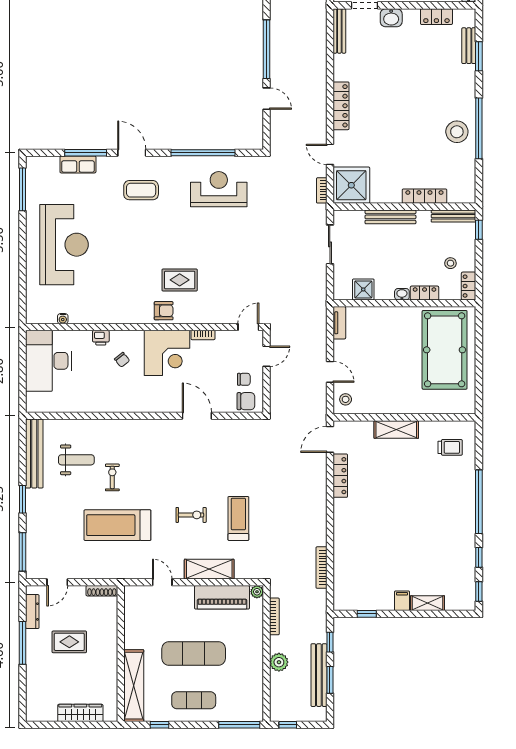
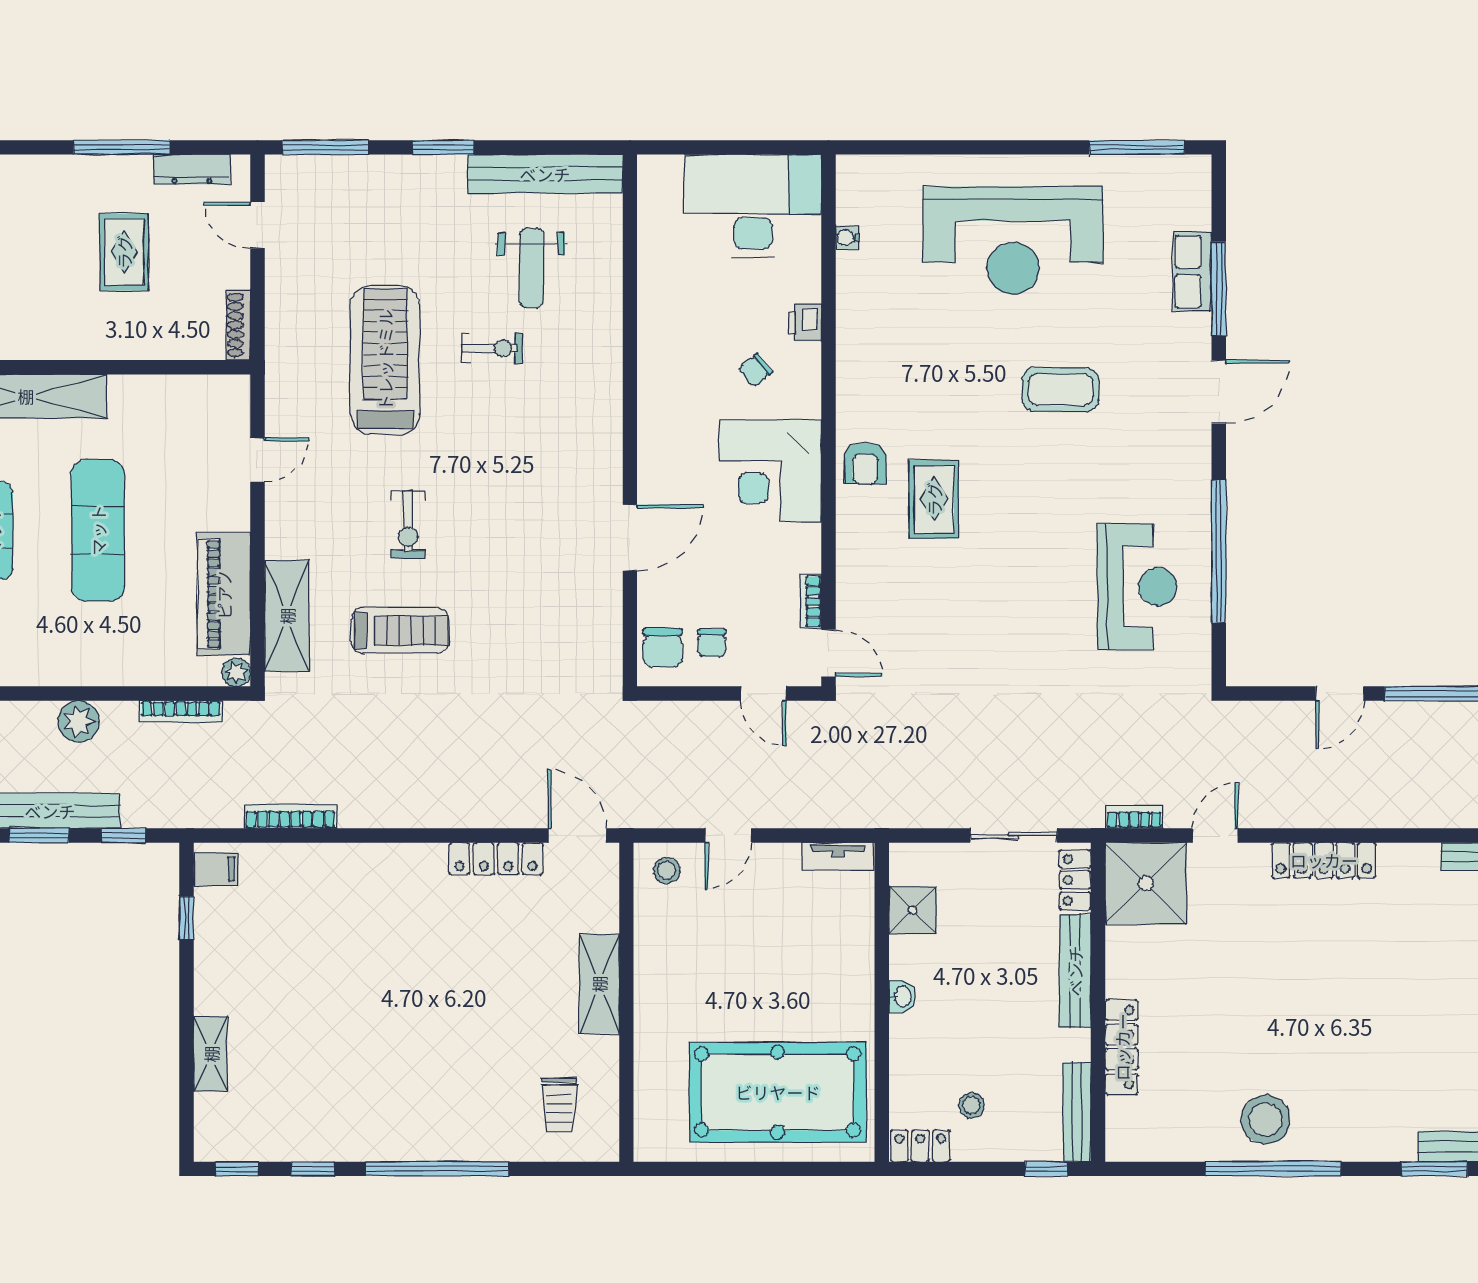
coffee table: (141, 190) -> (1060, 390), moved, turned 90
locker: (425, 293) -> (1075, 880), moved, turned 180
bookcase: (203, 335) -> (811, 602), moved
shelving: (209, 569) -> (287, 616), moved
filing cabinet: (402, 601) -> (216, 869), moved

